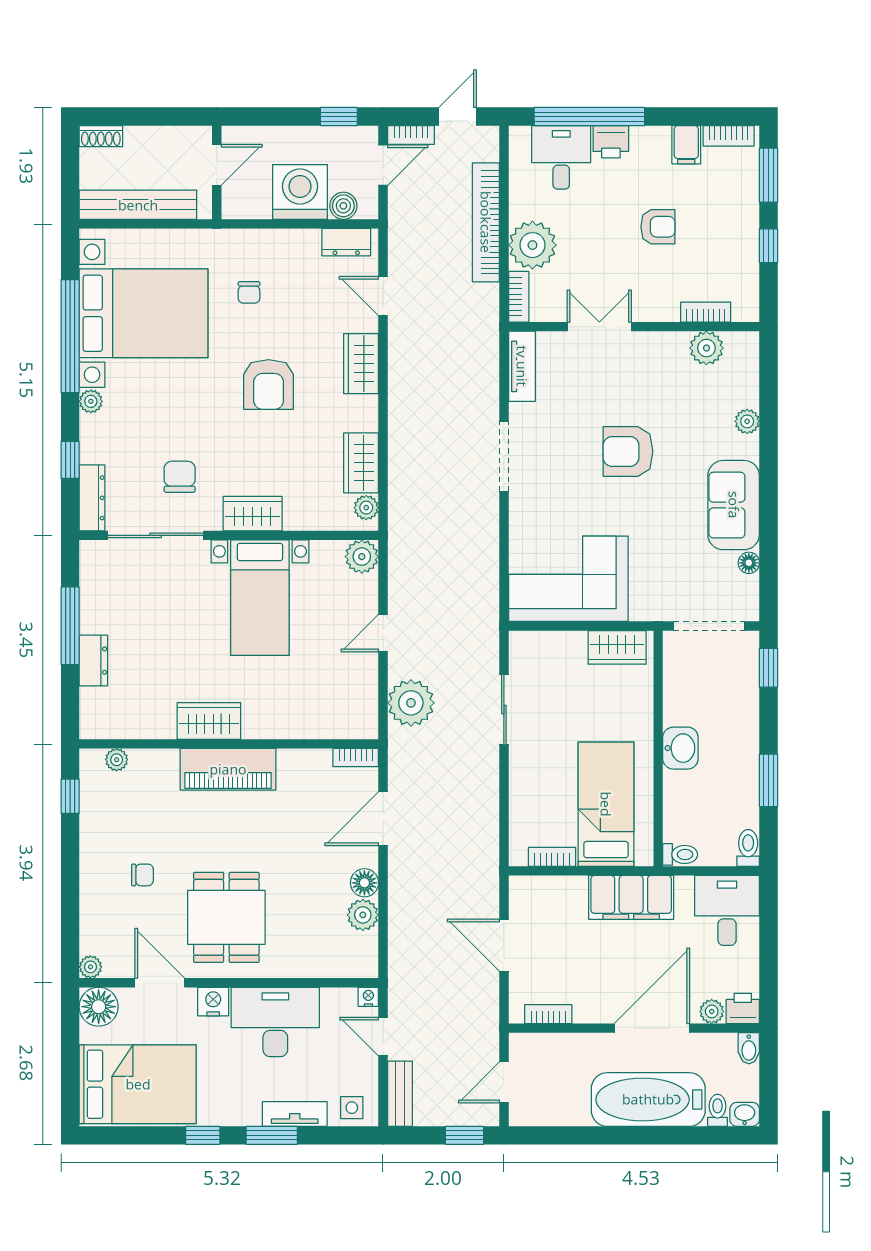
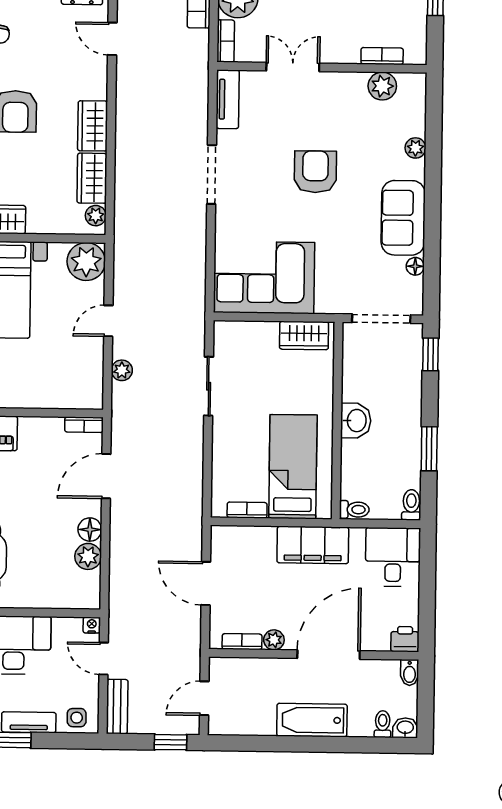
wardrobe: (361, 364) -> (93, 126), moved
armchair: (628, 451) -> (315, 172), turned 90
plant: (362, 557) -> (86, 262), width x1.36, depth x1.36
plant: (411, 703) -> (122, 370), width x0.53, depth x0.53
plant: (712, 1011) -> (274, 640), moved
bathtub: (648, 1099) -> (312, 720), width x0.73, depth x0.73

